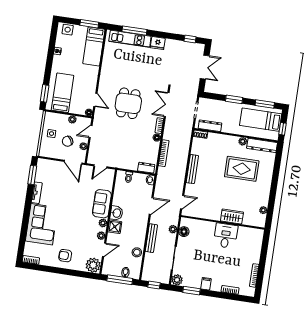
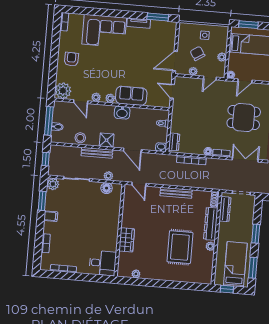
door: (91, 132) -> (210, 78), swing flipped
dresser: (262, 145) -> (211, 224), moved
shower: (115, 227) -> (107, 140), moved
desk: (226, 236) -> (103, 263), moved

